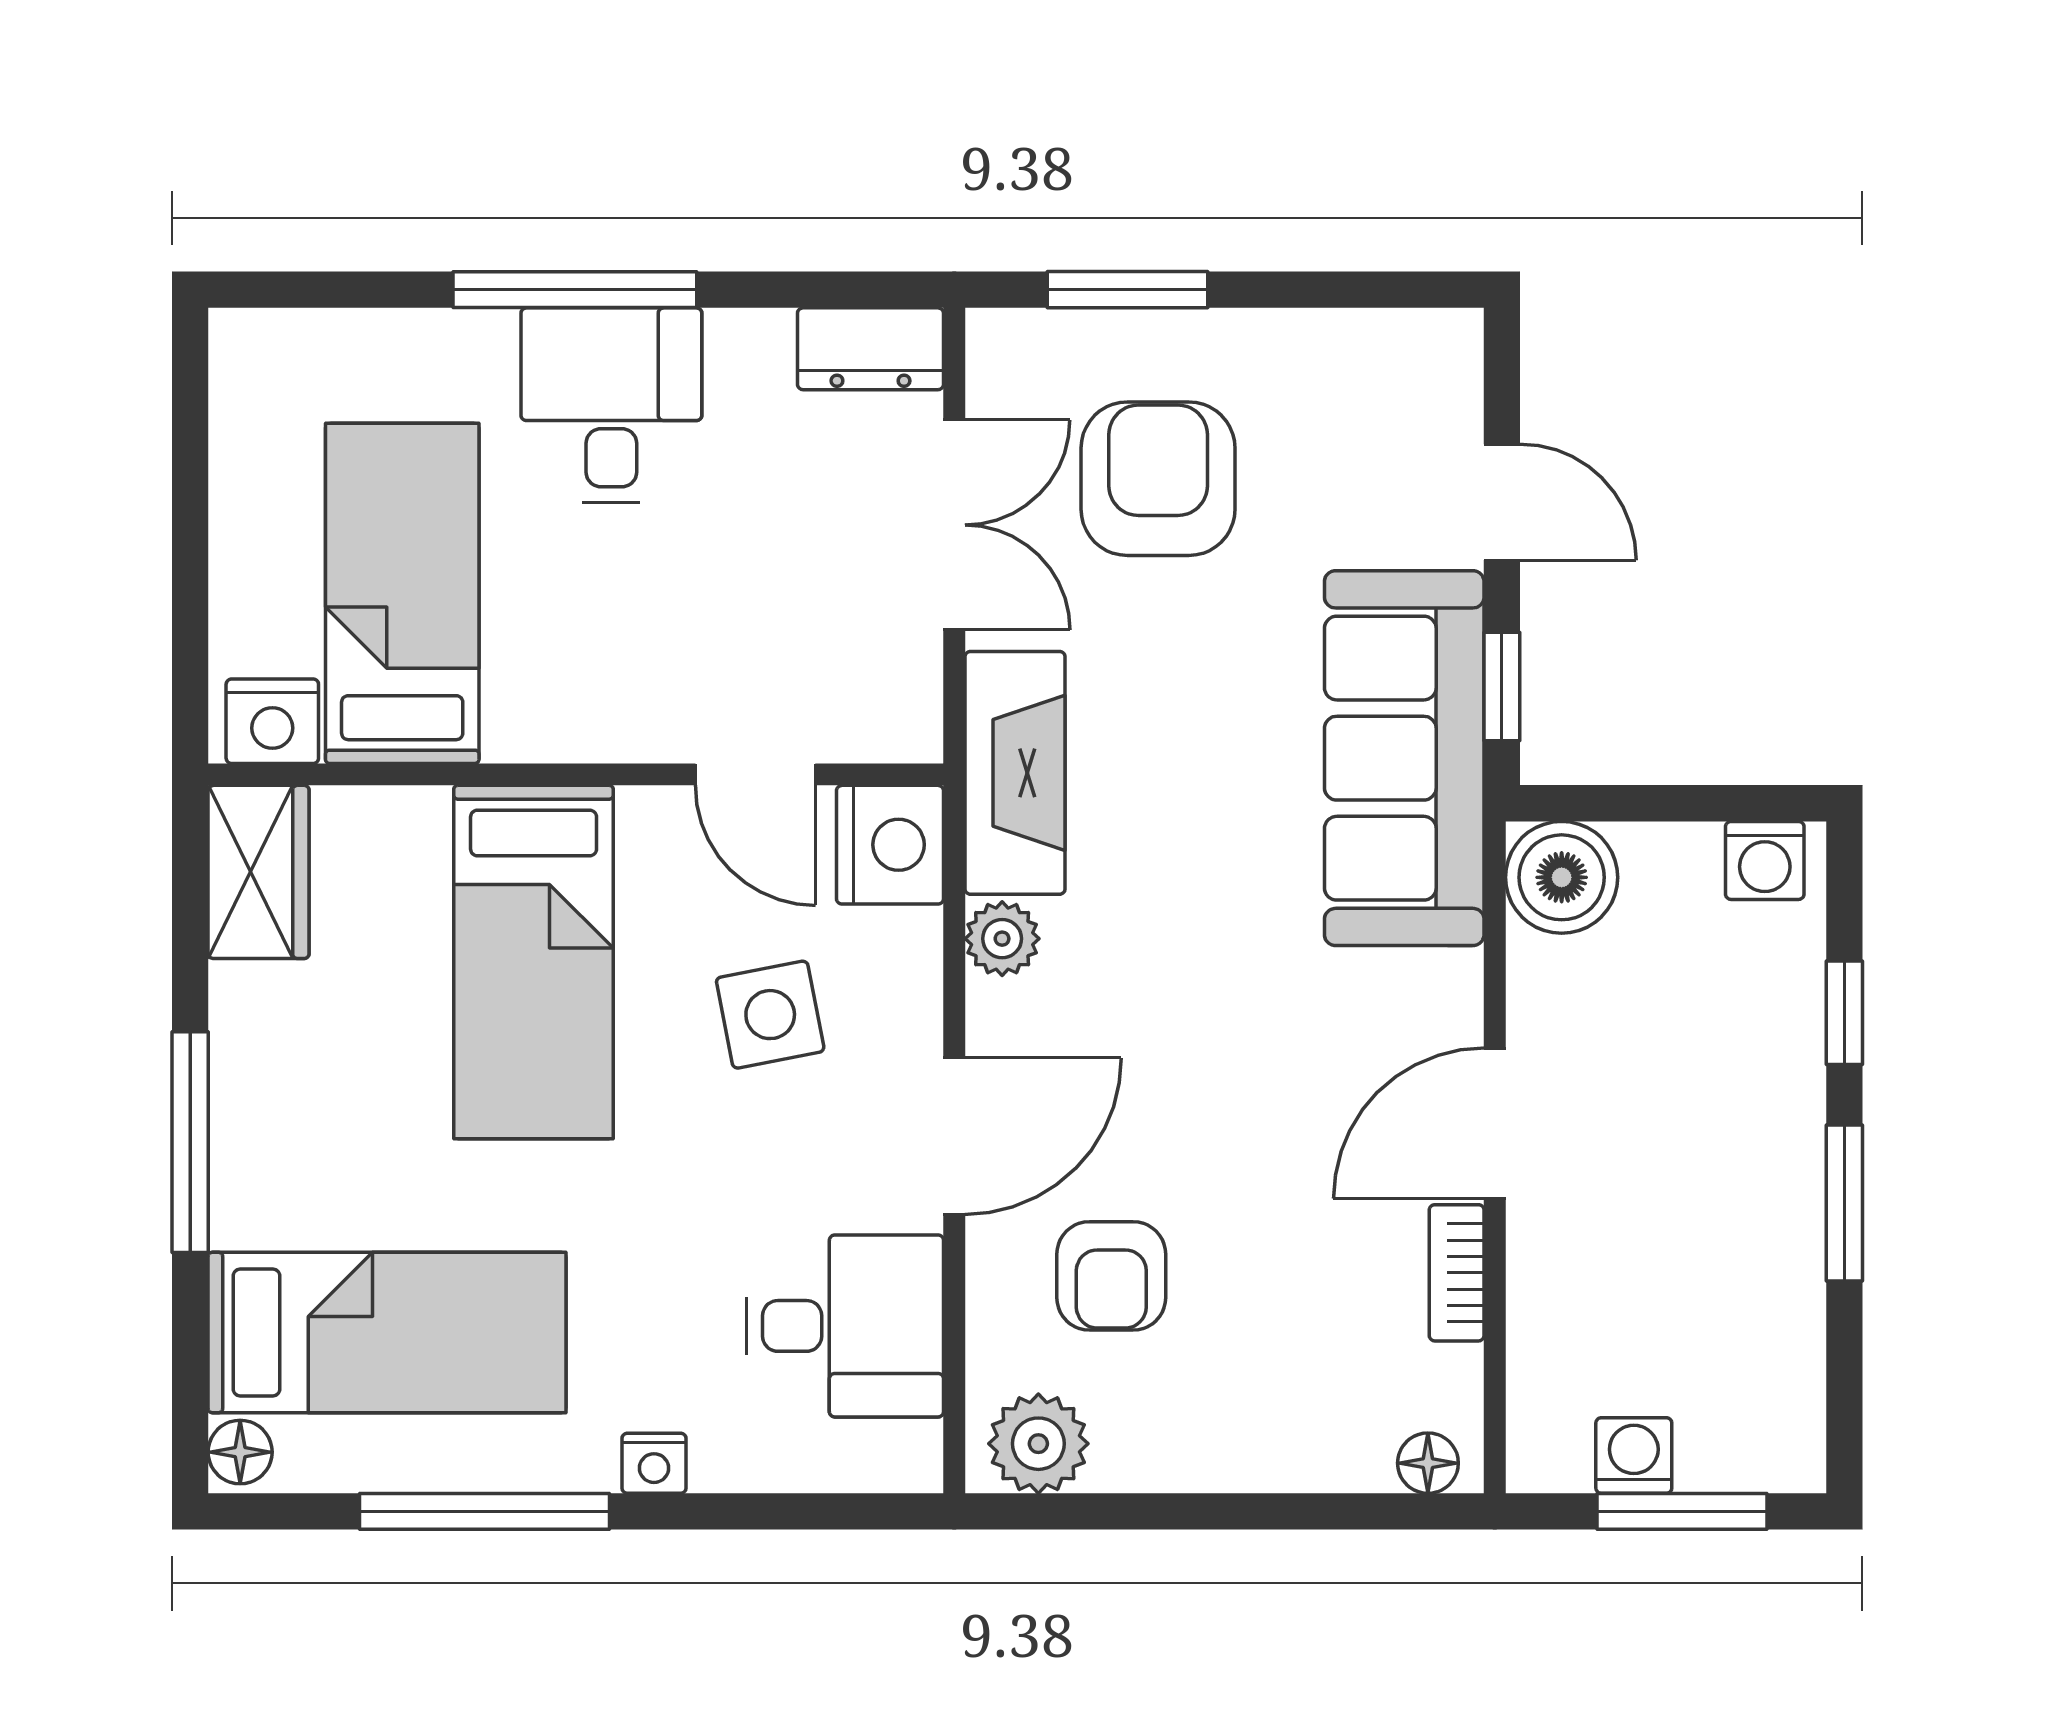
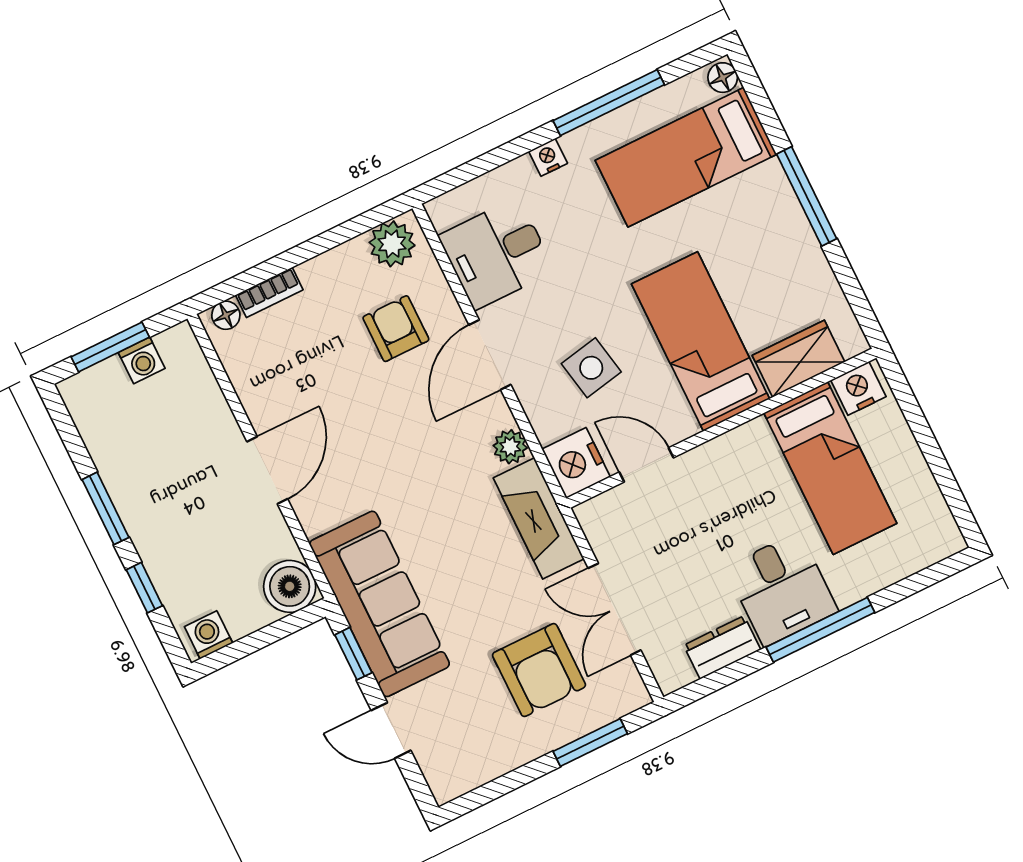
dresser: (870, 349) -> (722, 647), moved
wardrobe: (259, 872) -> (799, 359), moved, turned 90
bookcase: (1457, 1273) -> (269, 292), moved, turned 90

